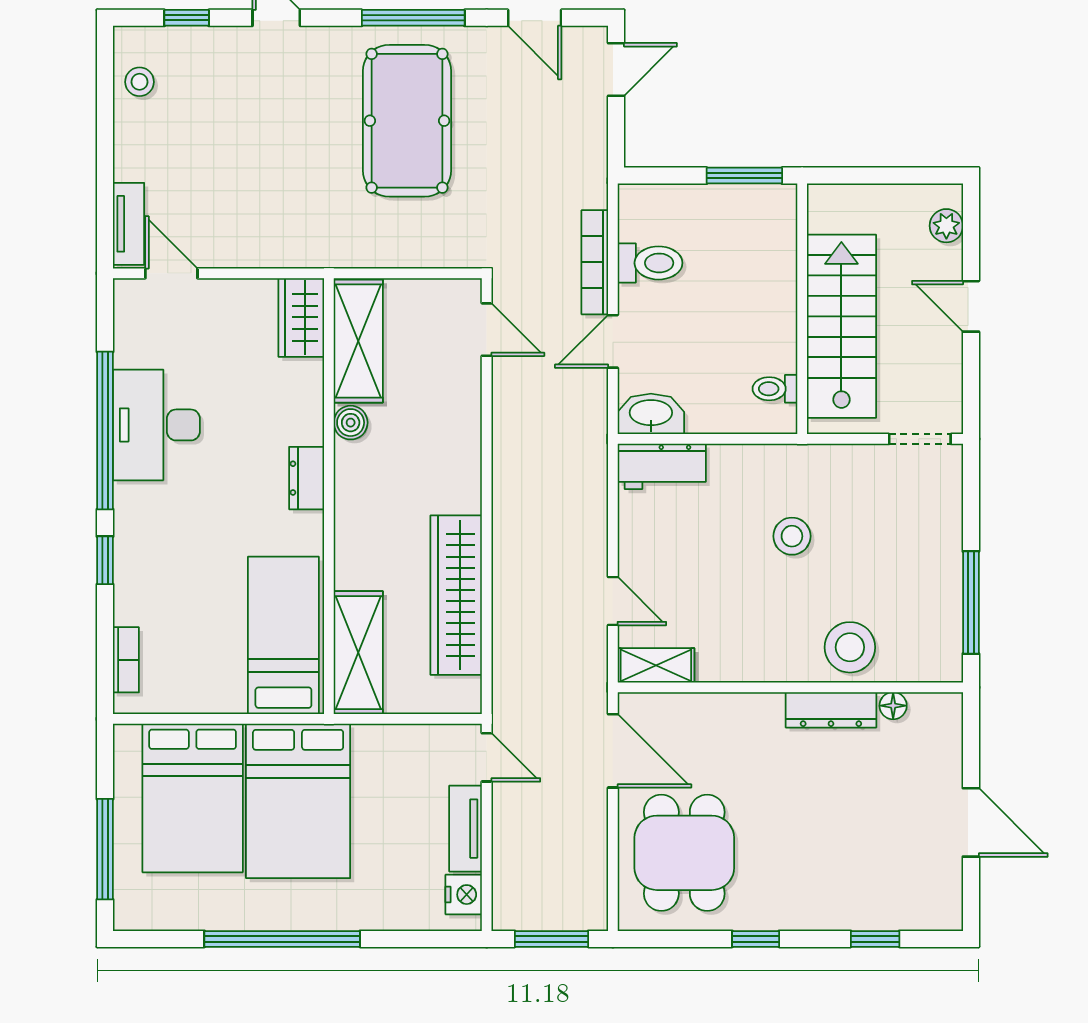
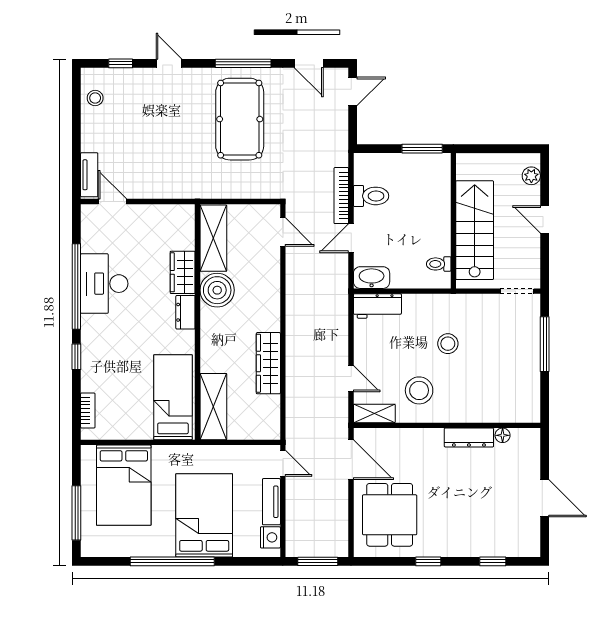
wardrobe: (301, 317) -> (183, 272), moved
boiler: (351, 423) -> (217, 290), width x1.86, depth x1.86
wardrobe: (456, 595) -> (268, 363), width x0.71, depth x0.85
window: (971, 602) -> (545, 344), moved
stool: (850, 647) -> (419, 390), moved
bed: (298, 801) -> (204, 515), moved, turned 180

